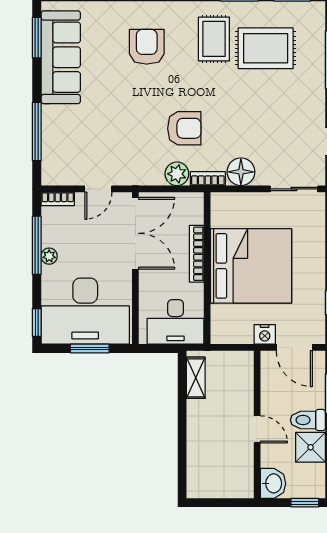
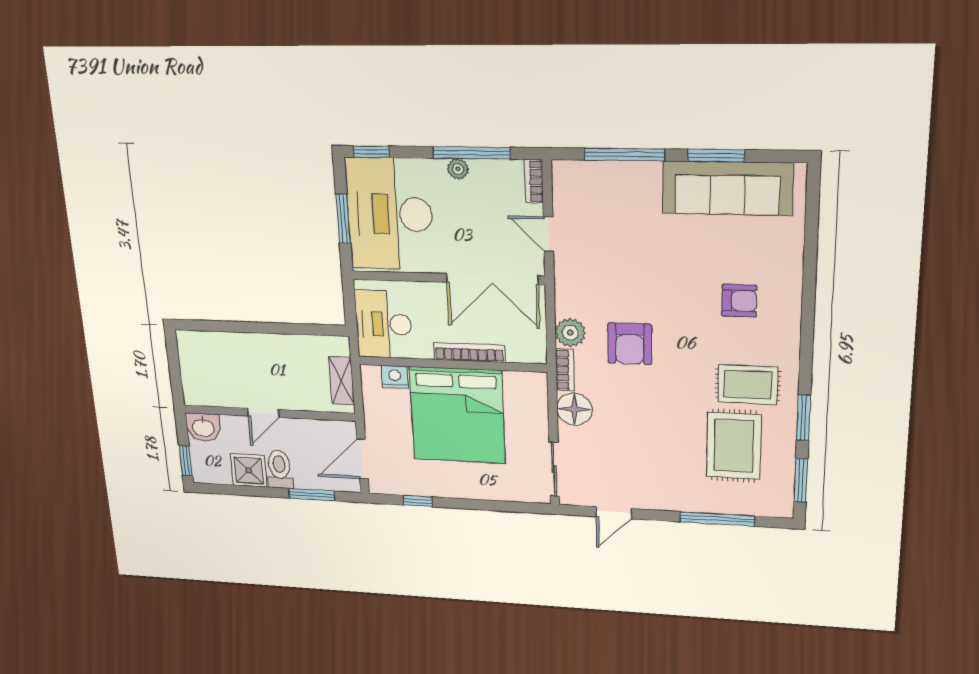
window: (37, 38) -> (716, 156), moved
armchair: (147, 47) -> (739, 301), width x0.72, depth x0.72
nightstand: (265, 334) -> (395, 377), moved, turned 90
shelving: (196, 378) -> (342, 381), moved, turned 90

